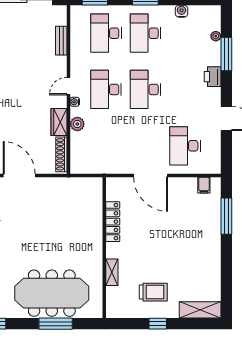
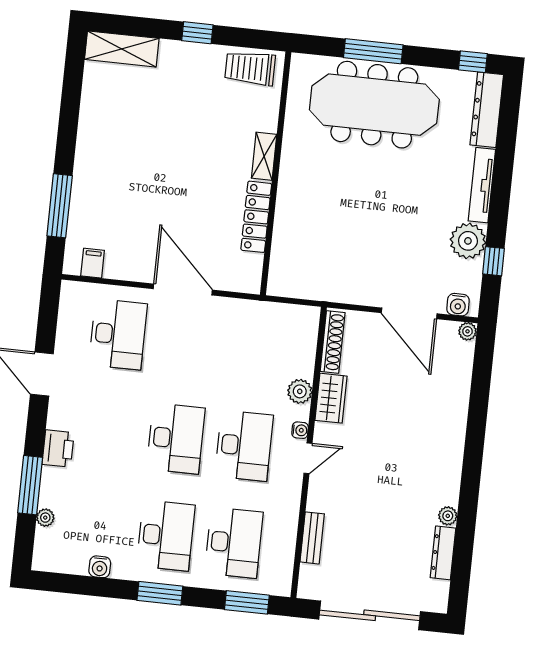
shelving: (112, 272) -> (264, 156), moved
trolley: (153, 292) -> (250, 68), moved

